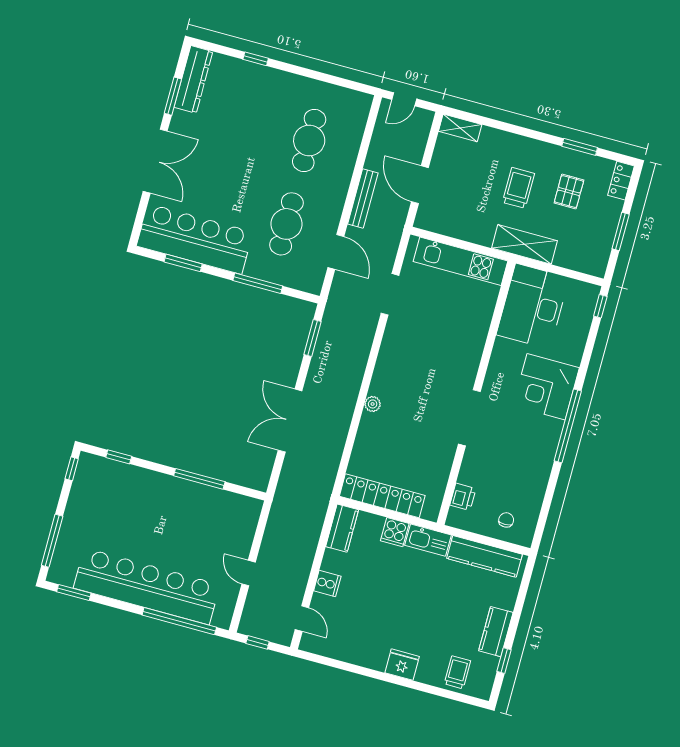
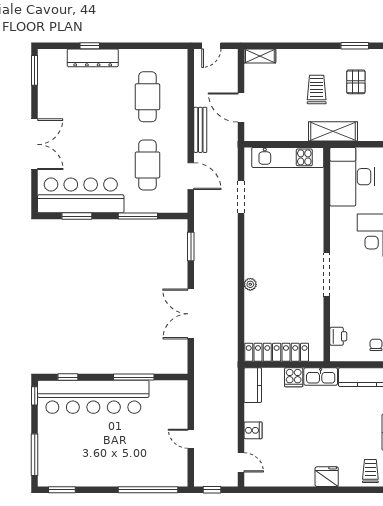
dresser: (193, 79) -> (93, 58), moved, turned 90
window: (173, 96) -> (35, 70), moved
bar counter: (147, 586) -> (93, 397), moved, turned 180

